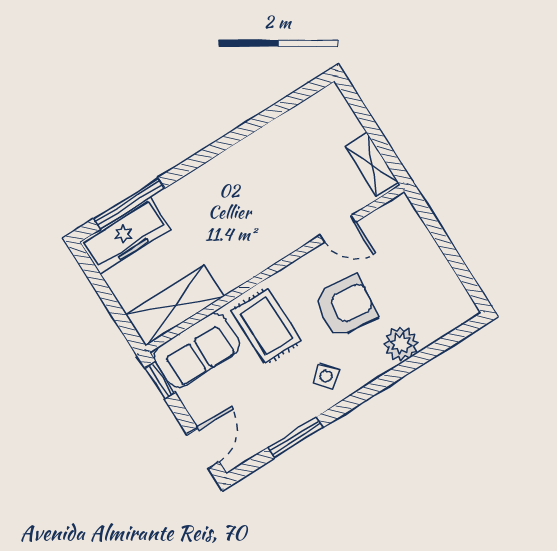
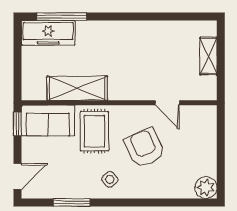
shelving: (372, 164) -> (208, 56), moved
shelving: (175, 306) -> (77, 88), moved
armchair: (345, 306) -> (145, 148), turned -120
plant: (401, 344) -> (206, 188), moved

